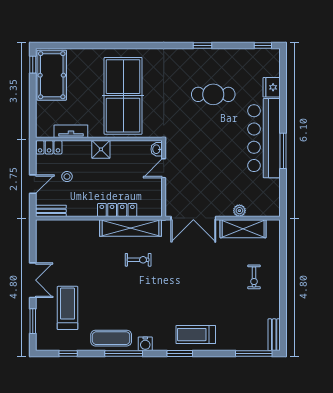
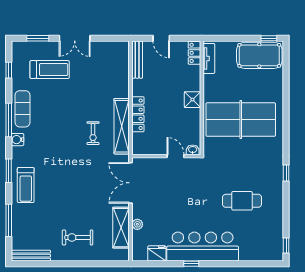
window: (203, 45) -> (286, 173), moved
fridge: (272, 87) -> (157, 253), moved
cafe table: (213, 94) -> (242, 201), turned 90
tv unit: (71, 131) -> (209, 58), moved
window: (283, 151) -> (191, 264), width x0.46
stool: (67, 177) -> (168, 69), removed
bench: (51, 211) -> (137, 60), width x1.36
exercise bike: (254, 277) -> (78, 237), width x1.38, depth x1.39
treadmill: (196, 335) -> (26, 185), turned 180
bench: (274, 335) -> (31, 256), width x1.36
window: (254, 353) -> (9, 220), moved

